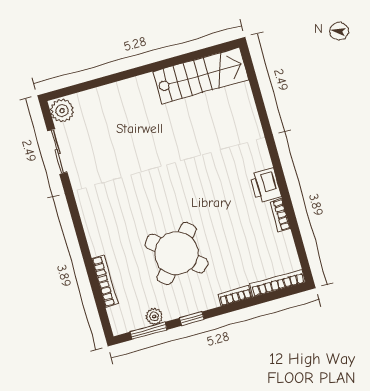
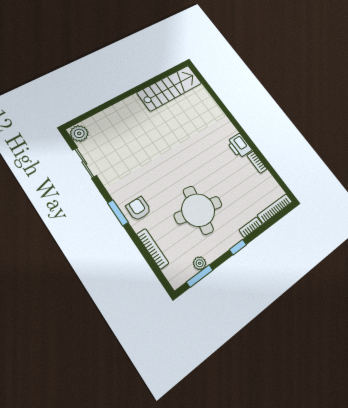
window: (78, 226) -> (118, 213), added
armchair: (104, 229) -> (139, 209), added
round table: (177, 253) -> (198, 210), turned -30
window: (192, 319) -> (238, 247), moved

